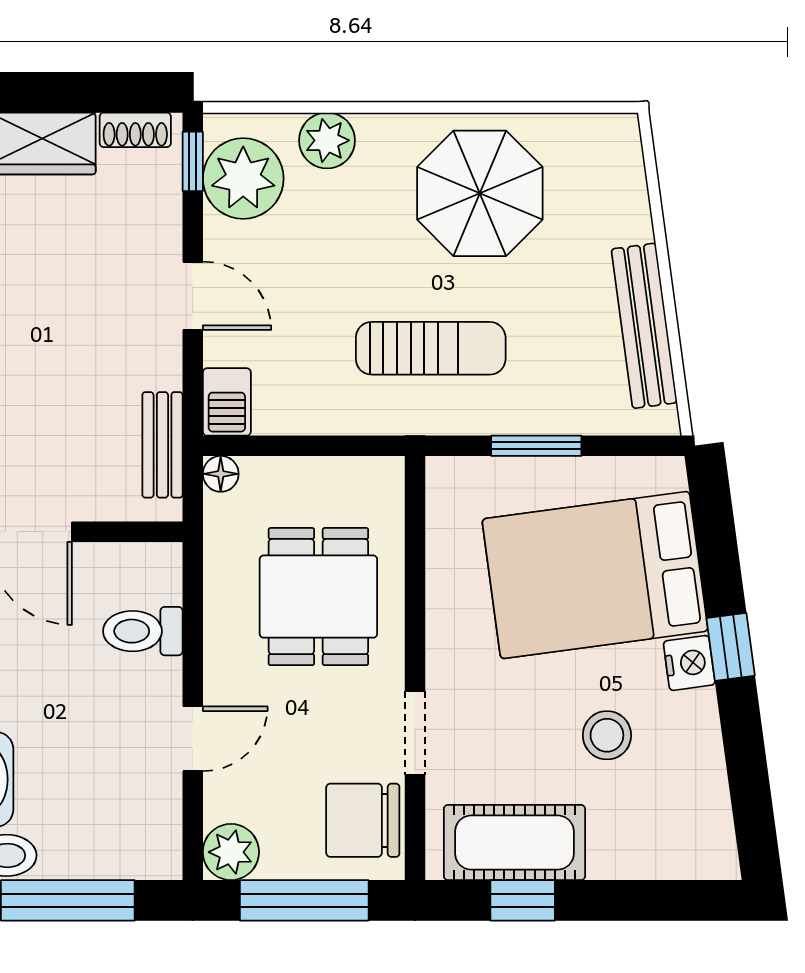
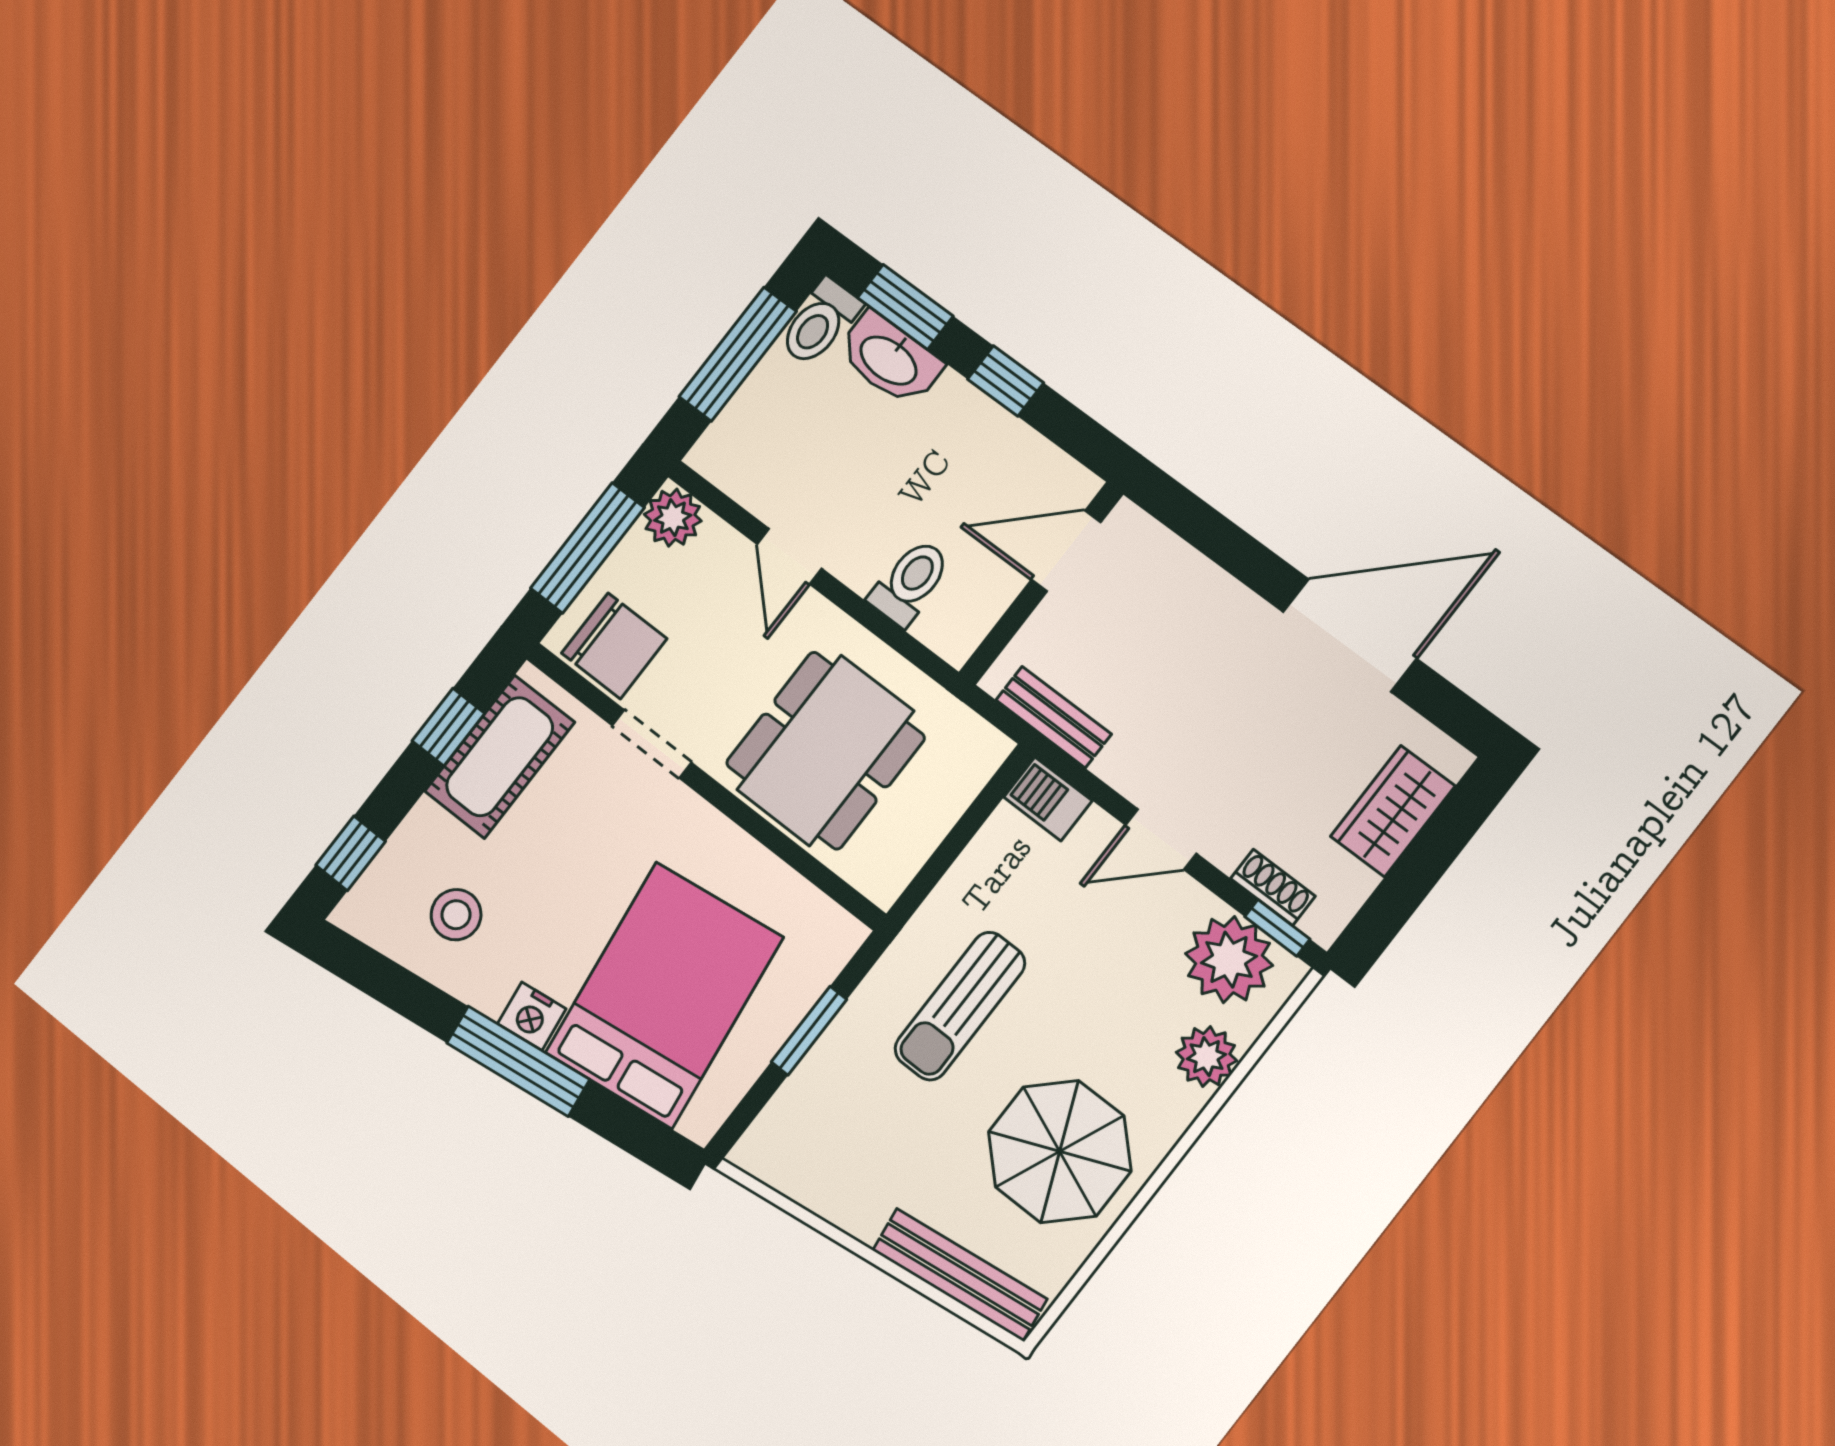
shoe rack: (135, 130) -> (1273, 887), moved, turned 90
bench: (644, 326) -> (960, 1274), moved
floor lamp: (221, 474) -> (991, 747), removed
dining table: (318, 597) -> (825, 750), width x1.37
window: (731, 647) -> (518, 1061), width x2.17
stool: (607, 735) -> (456, 915), moved
chair: (363, 820) -> (614, 646), turned 90
window: (677, 900) -> (351, 853), added

